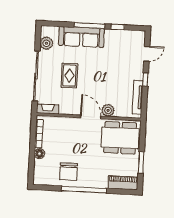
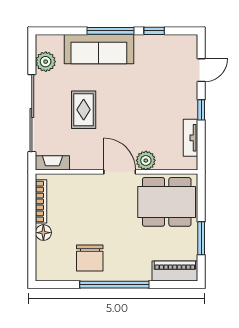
tv unit: (138, 97) -> (190, 138), width x0.71

